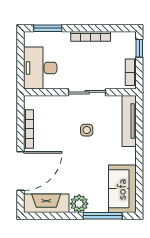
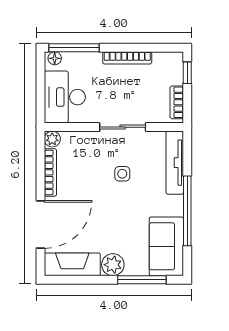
window: (48, 28) -> (74, 48), width x1.44
floor lamp: (32, 37) -> (55, 58), added
plant: (30, 102) -> (52, 139), added
window: (139, 160) -> (187, 211), added

